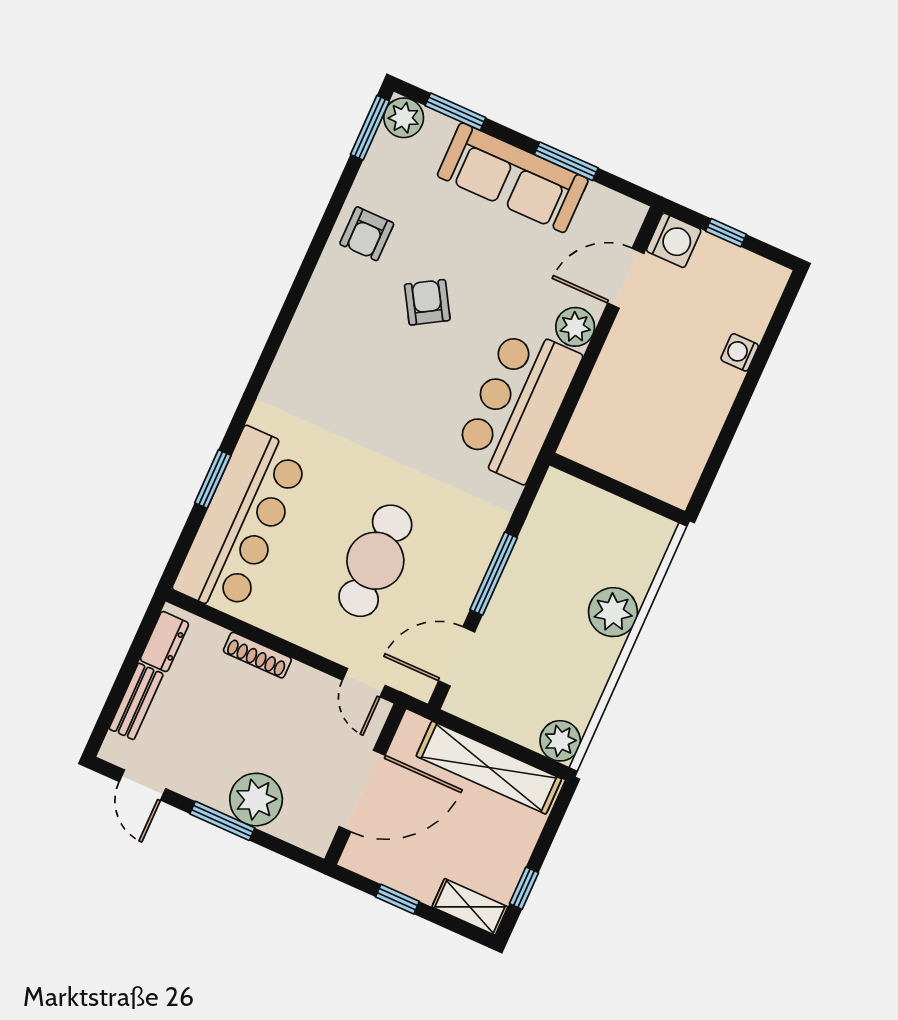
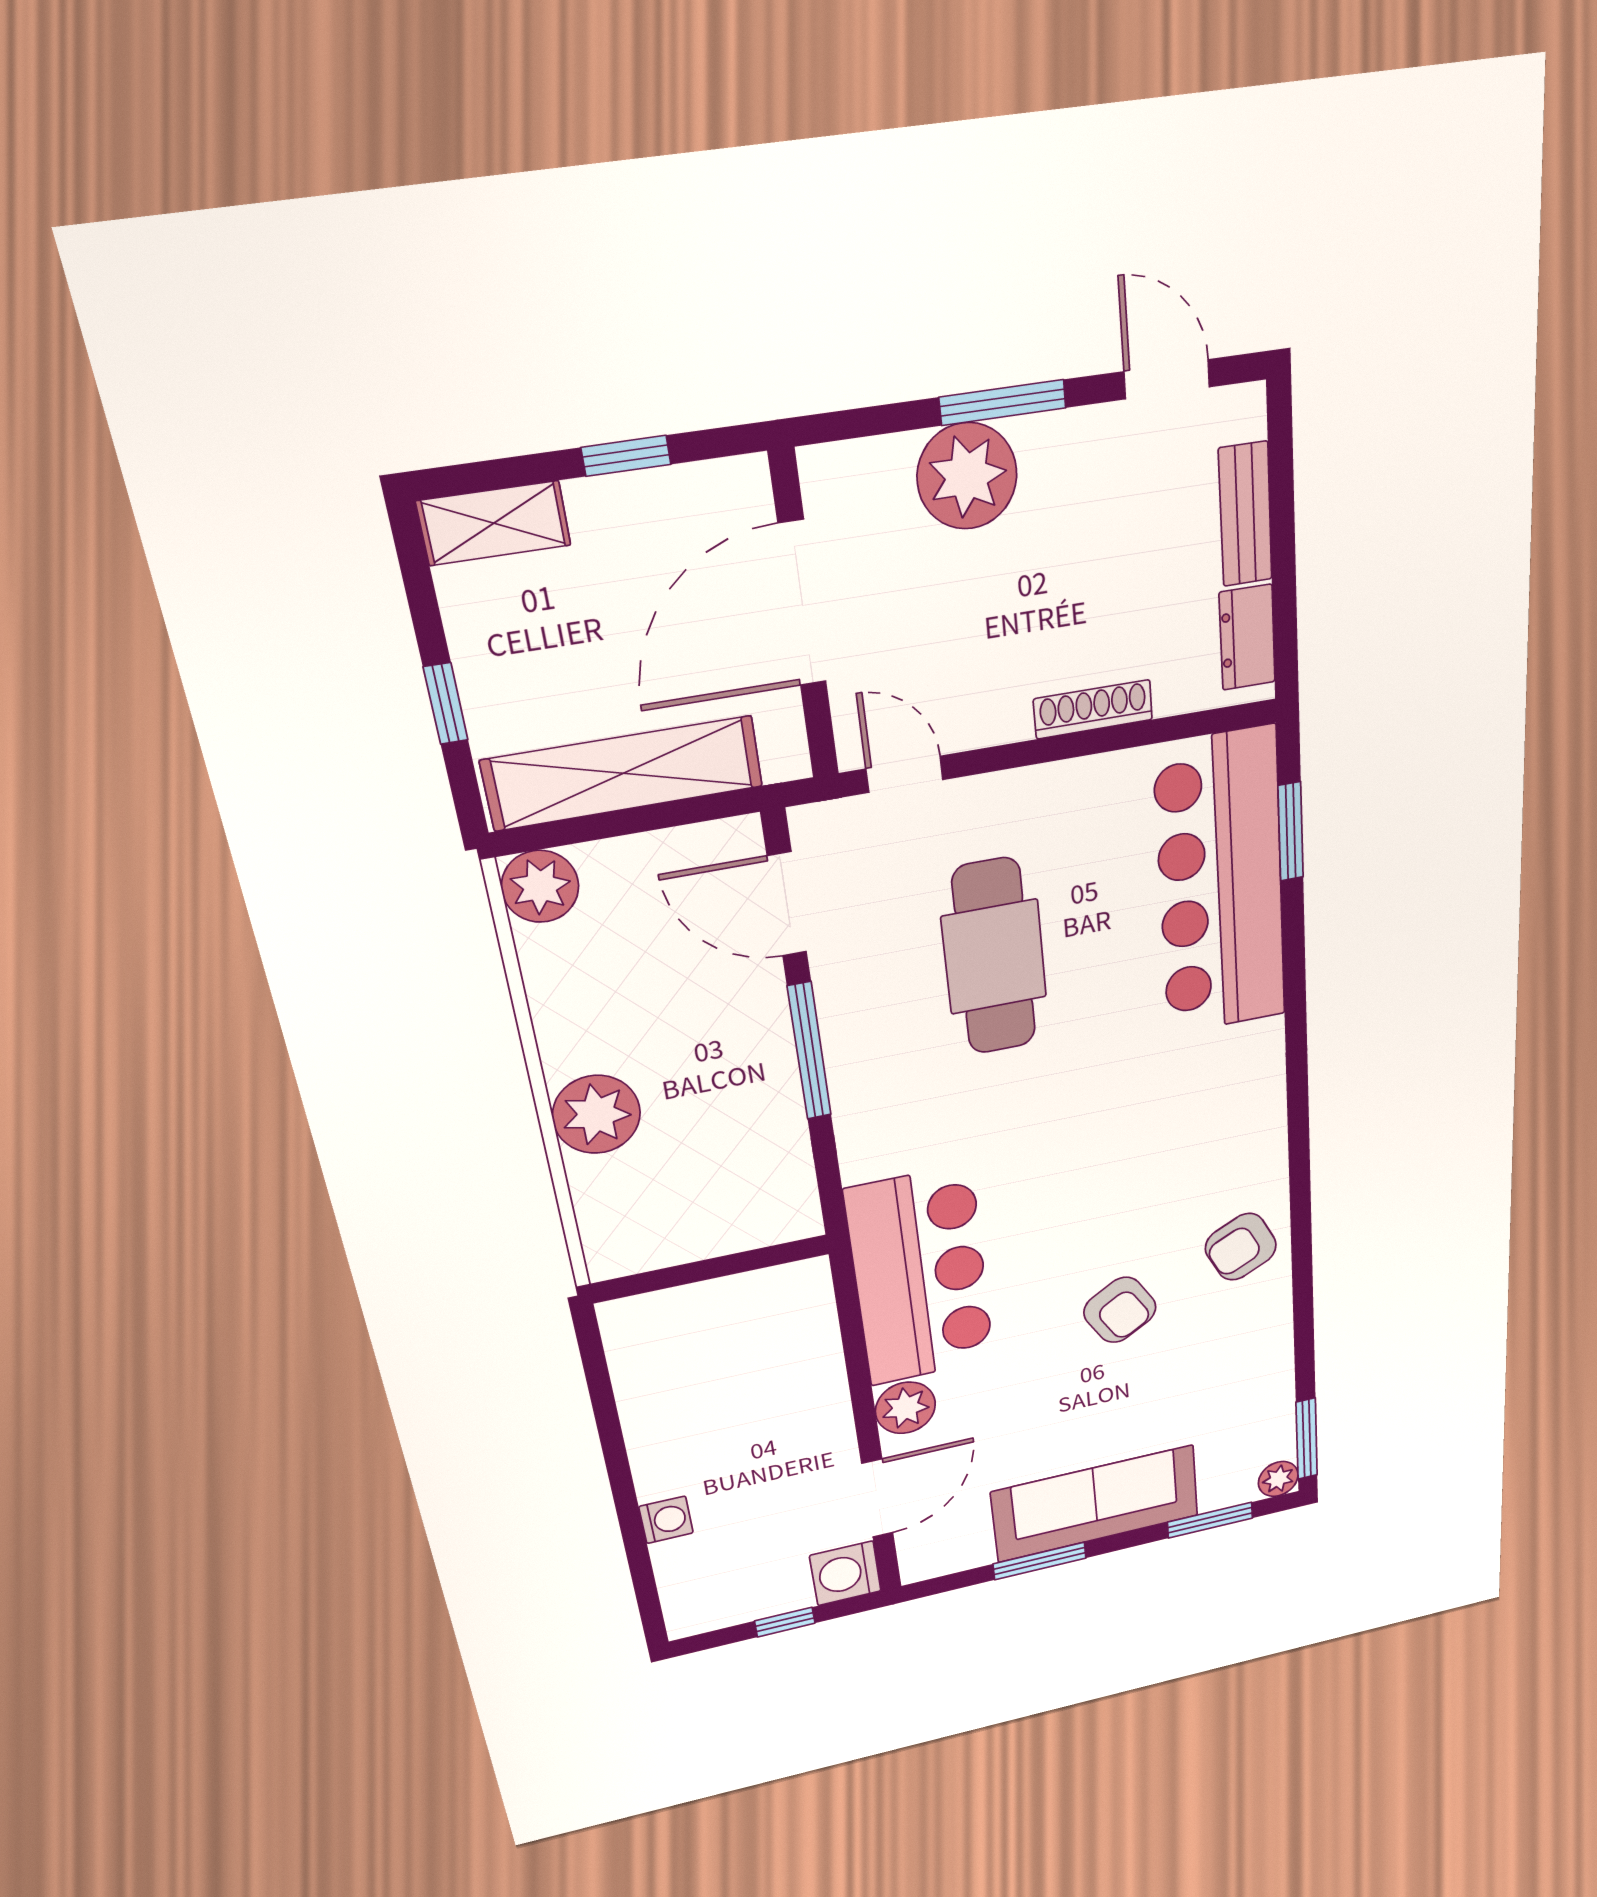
plant: (404, 118) -> (1278, 1479), width x0.73, depth x0.73
armchair: (367, 234) -> (1241, 1247), moved, turned -116
window: (213, 479) -> (1291, 832), moved
door: (457, 656) -> (787, 904), swing flipped
window: (524, 888) -> (446, 704), moved

